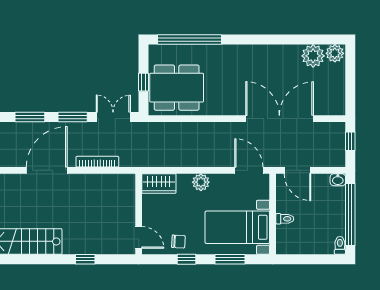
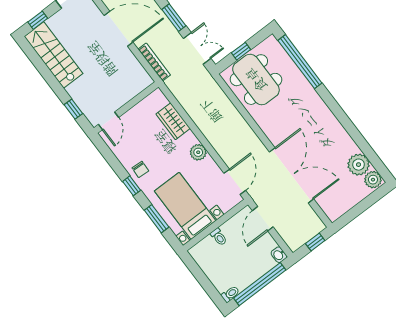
wall: (139, 214) -> (126, 107), moved
door: (139, 237) -> (108, 121), moved

